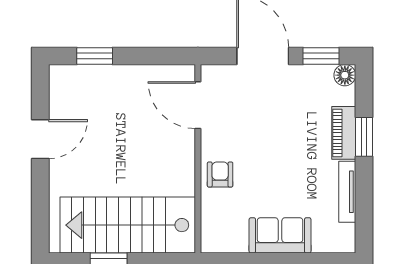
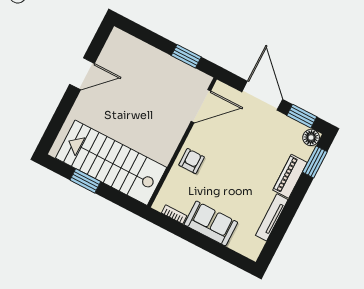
window: (95, 56) -> (186, 56), moved
door: (198, 105) -> (201, 106), swing flipped
window: (364, 137) -> (315, 162), moved
bookcase: (232, 247) -> (174, 214), added

